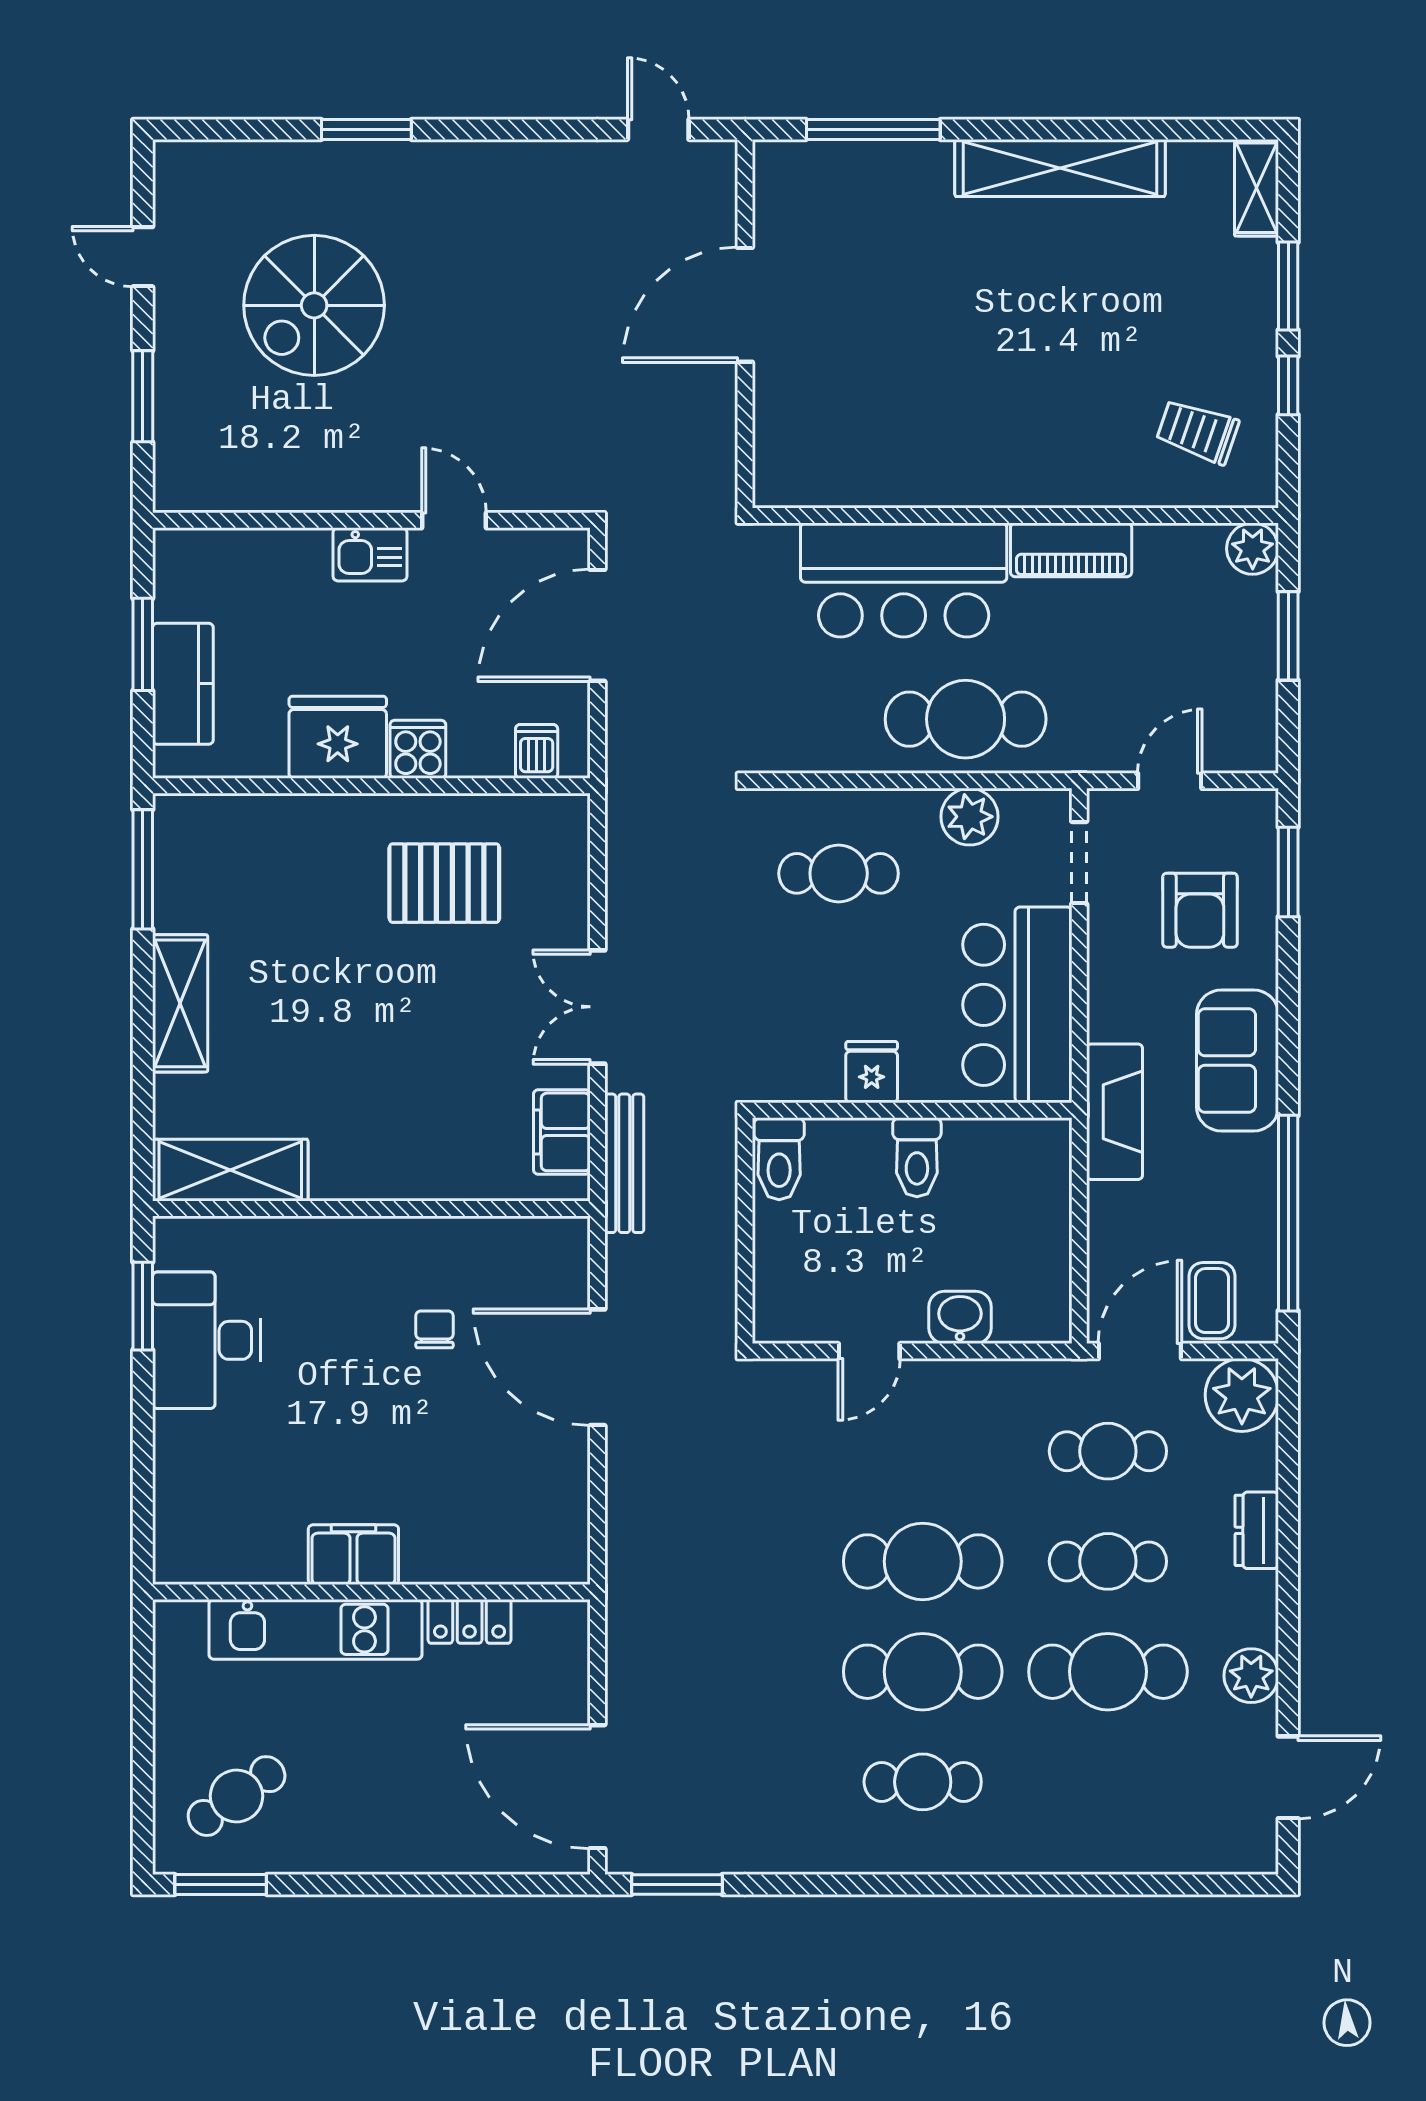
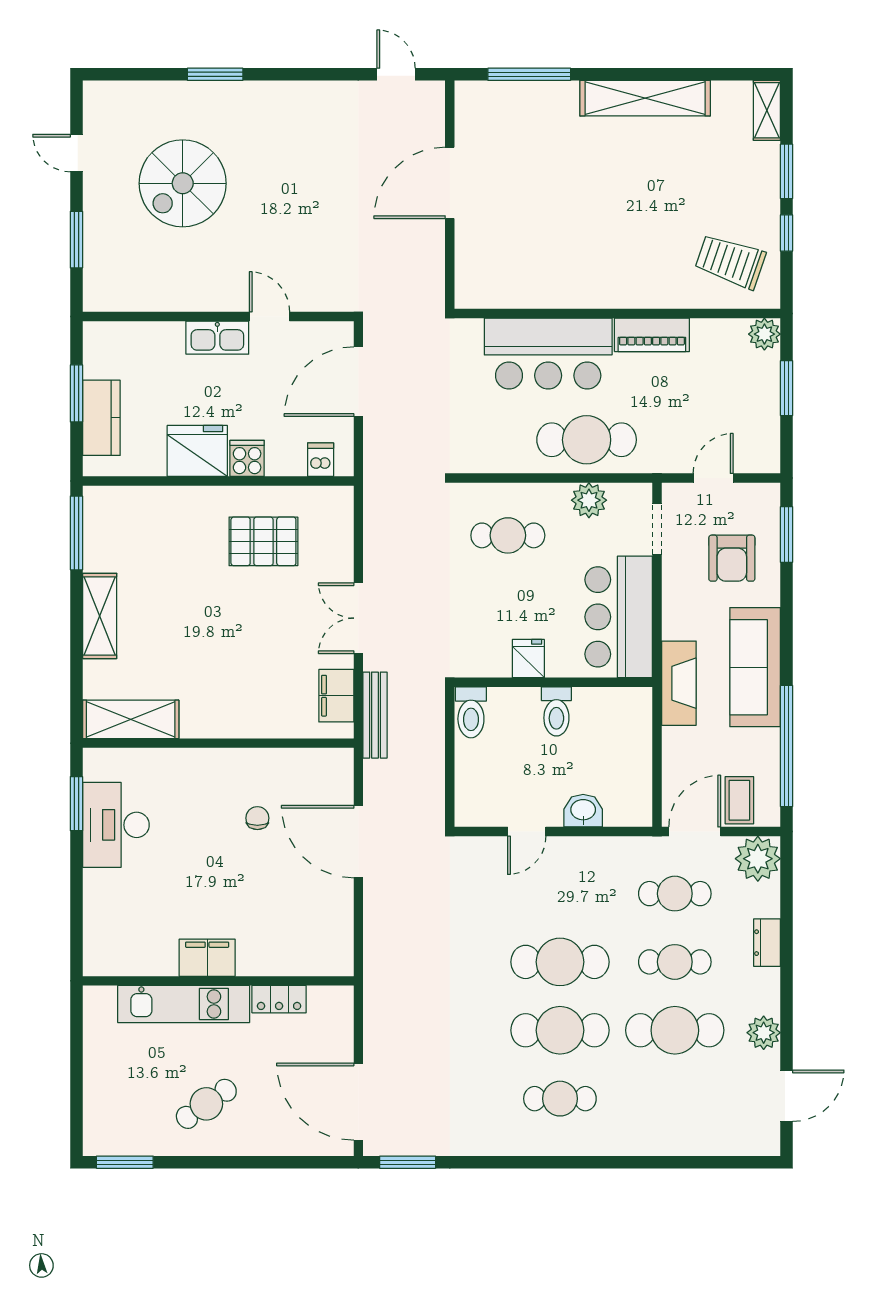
trolley: (1198, 431) -> (730, 261), width x1.36, depth x1.39
kitchen sink: (370, 554) -> (217, 338), width x1.38
sofa: (1237, 1061) -> (755, 667), width x1.36
cafe table: (237, 1796) -> (206, 1104), moved

